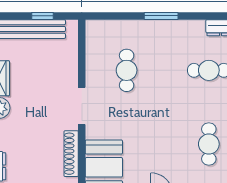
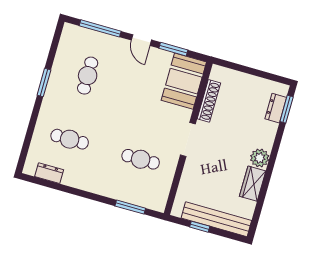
window: (161, 16) -> (130, 207), moved
cafe table: (127, 70) -> (141, 159), turned 90

